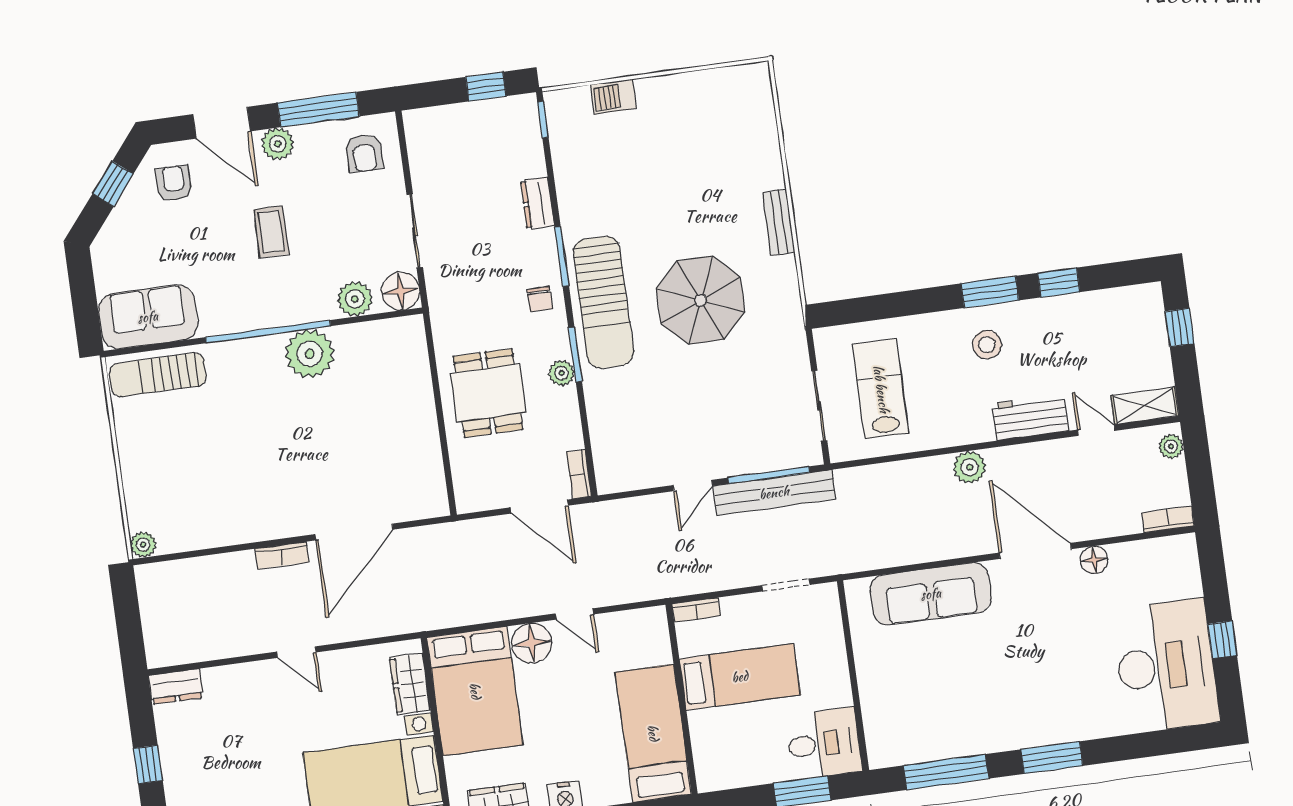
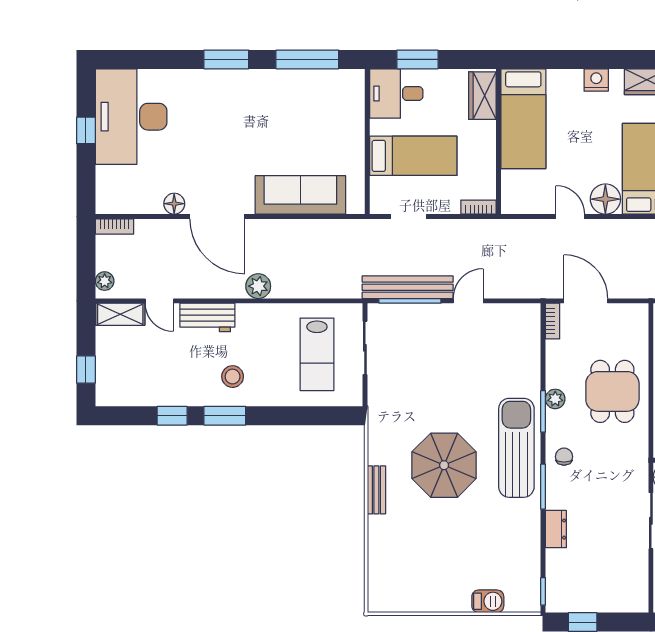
parasol: (701, 300) -> (444, 465), moved
bed: (740, 677) -> (413, 156), moved, turned 180
wardrobe: (711, 756) -> (482, 96), added

